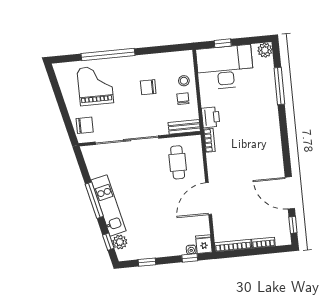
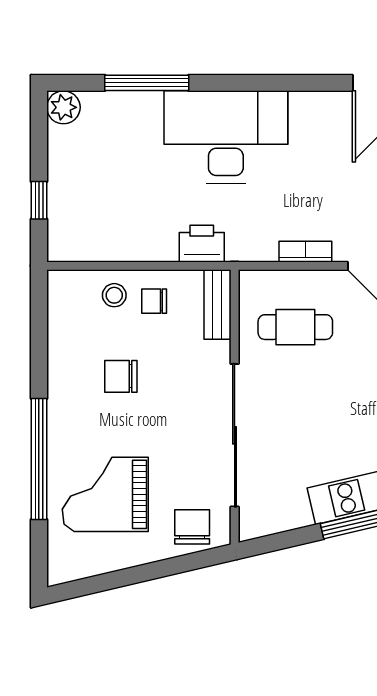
desk: (225, 67) -> (226, 137), moved, turned 90
chair: (148, 87) -> (121, 376), turned 90
bookcase: (209, 140) -> (305, 252), moved

